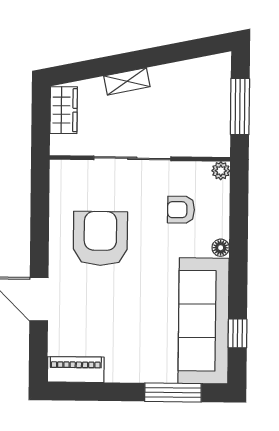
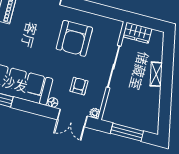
wardrobe: (64, 110) -> (137, 33), moved
double door: (239, 207) -> (72, 118), added
armchair: (100, 238) -> (74, 38), turned 90

